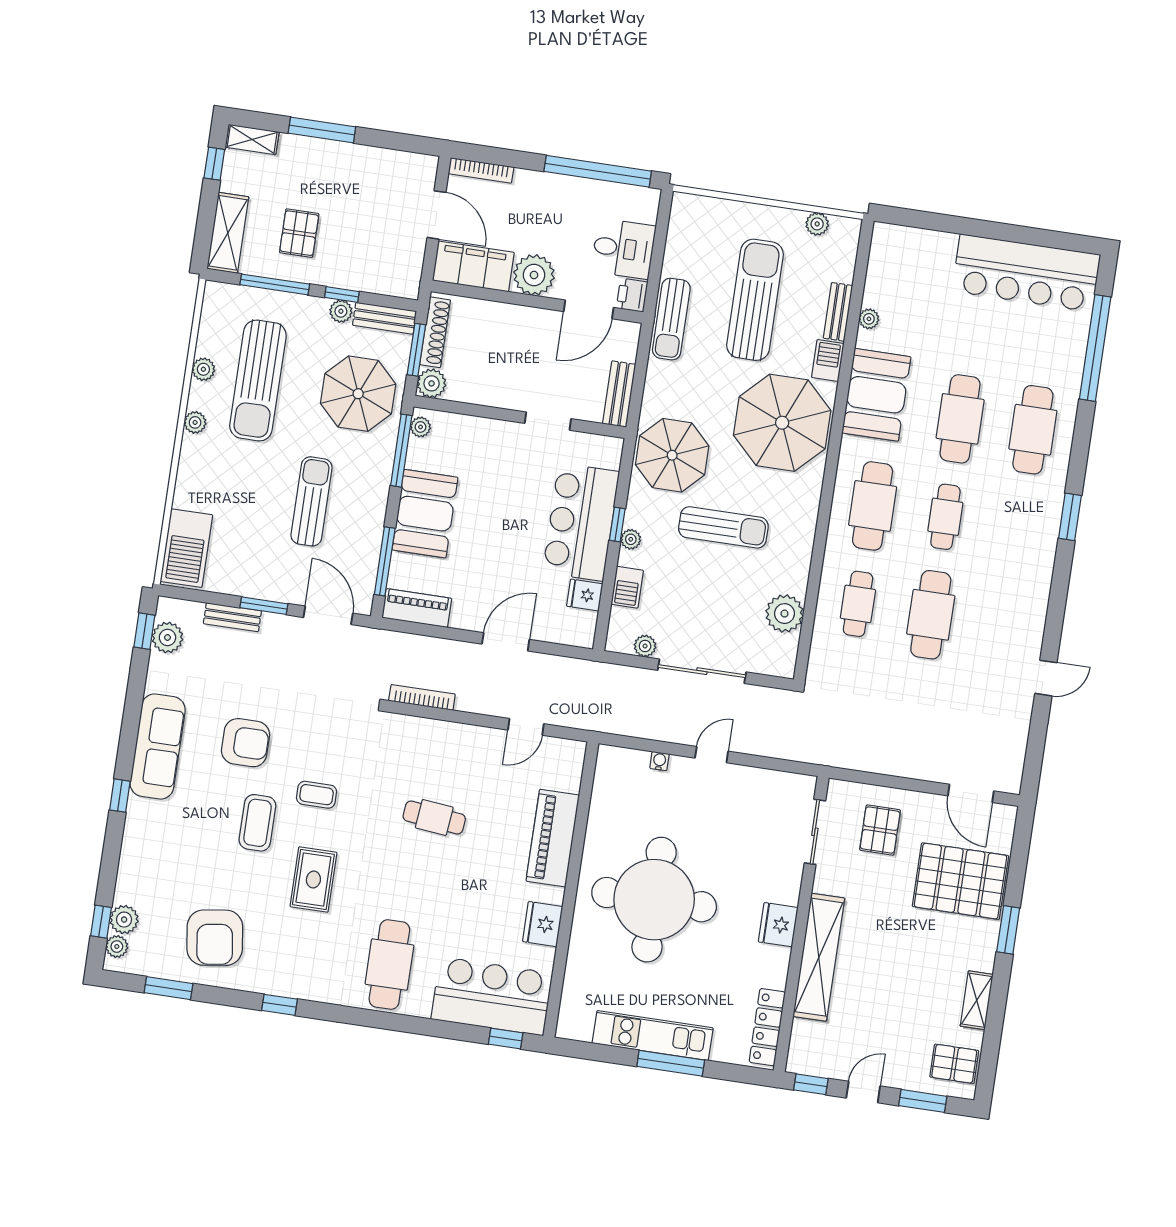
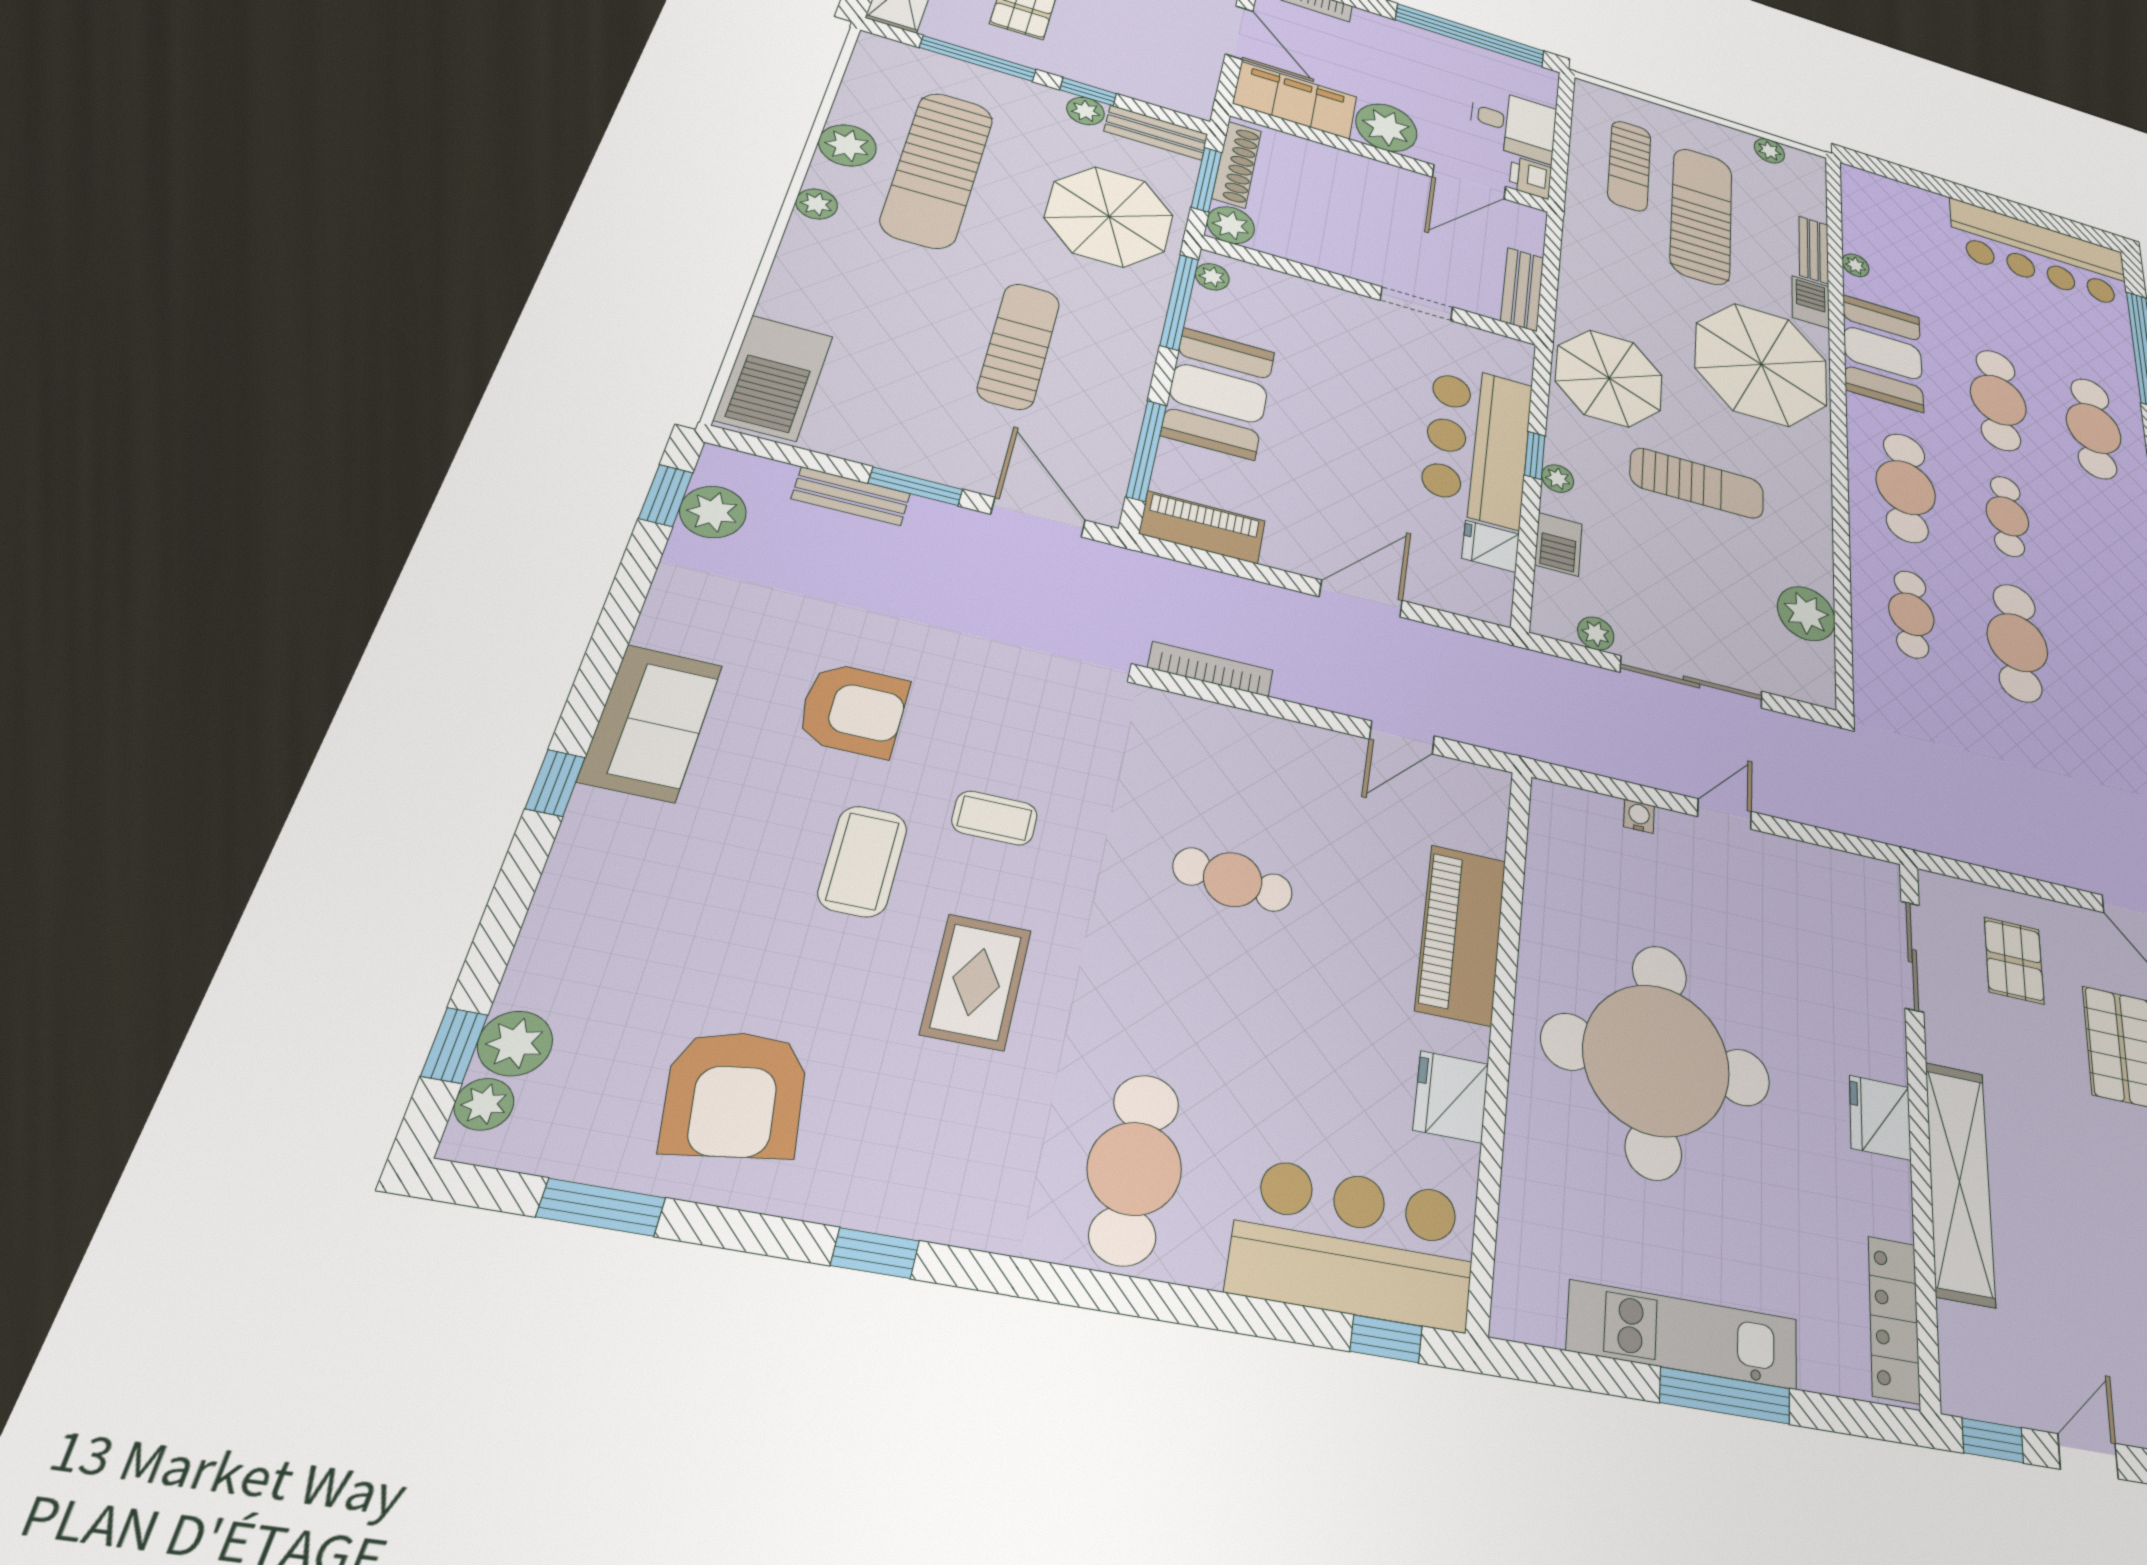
sun lounger: (671, 319) -> (1629, 166), moved
plant: (203, 369) -> (847, 145), width x1.38, depth x1.38
sofa: (158, 747) -> (651, 723), width x0.73

